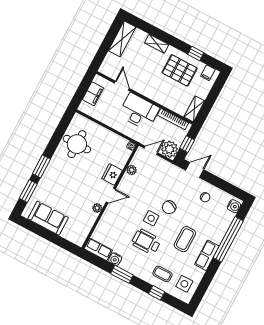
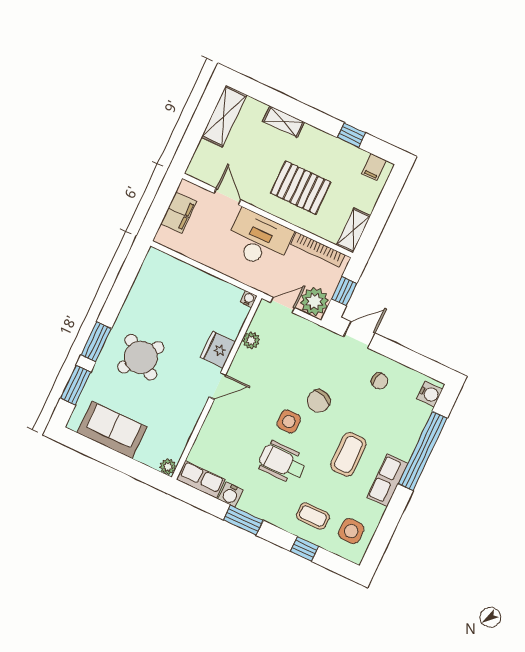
pallet: (180, 70) -> (301, 188), moved
round table: (77, 144) -> (141, 357), moved, turned 35
plant: (97, 208) -> (168, 467), moved

